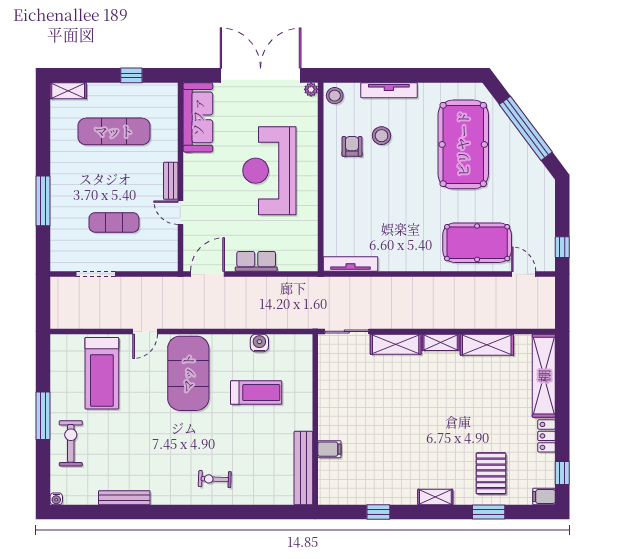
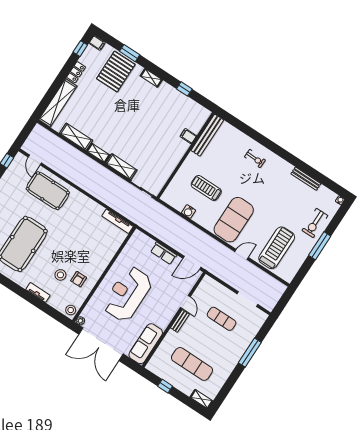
tv unit: (389, 90) -> (38, 292), width x0.71
reception desk: (269, 171) -> (128, 294), turned 180
pallet: (491, 473) -> (116, 71), width x1.37, depth x1.41

